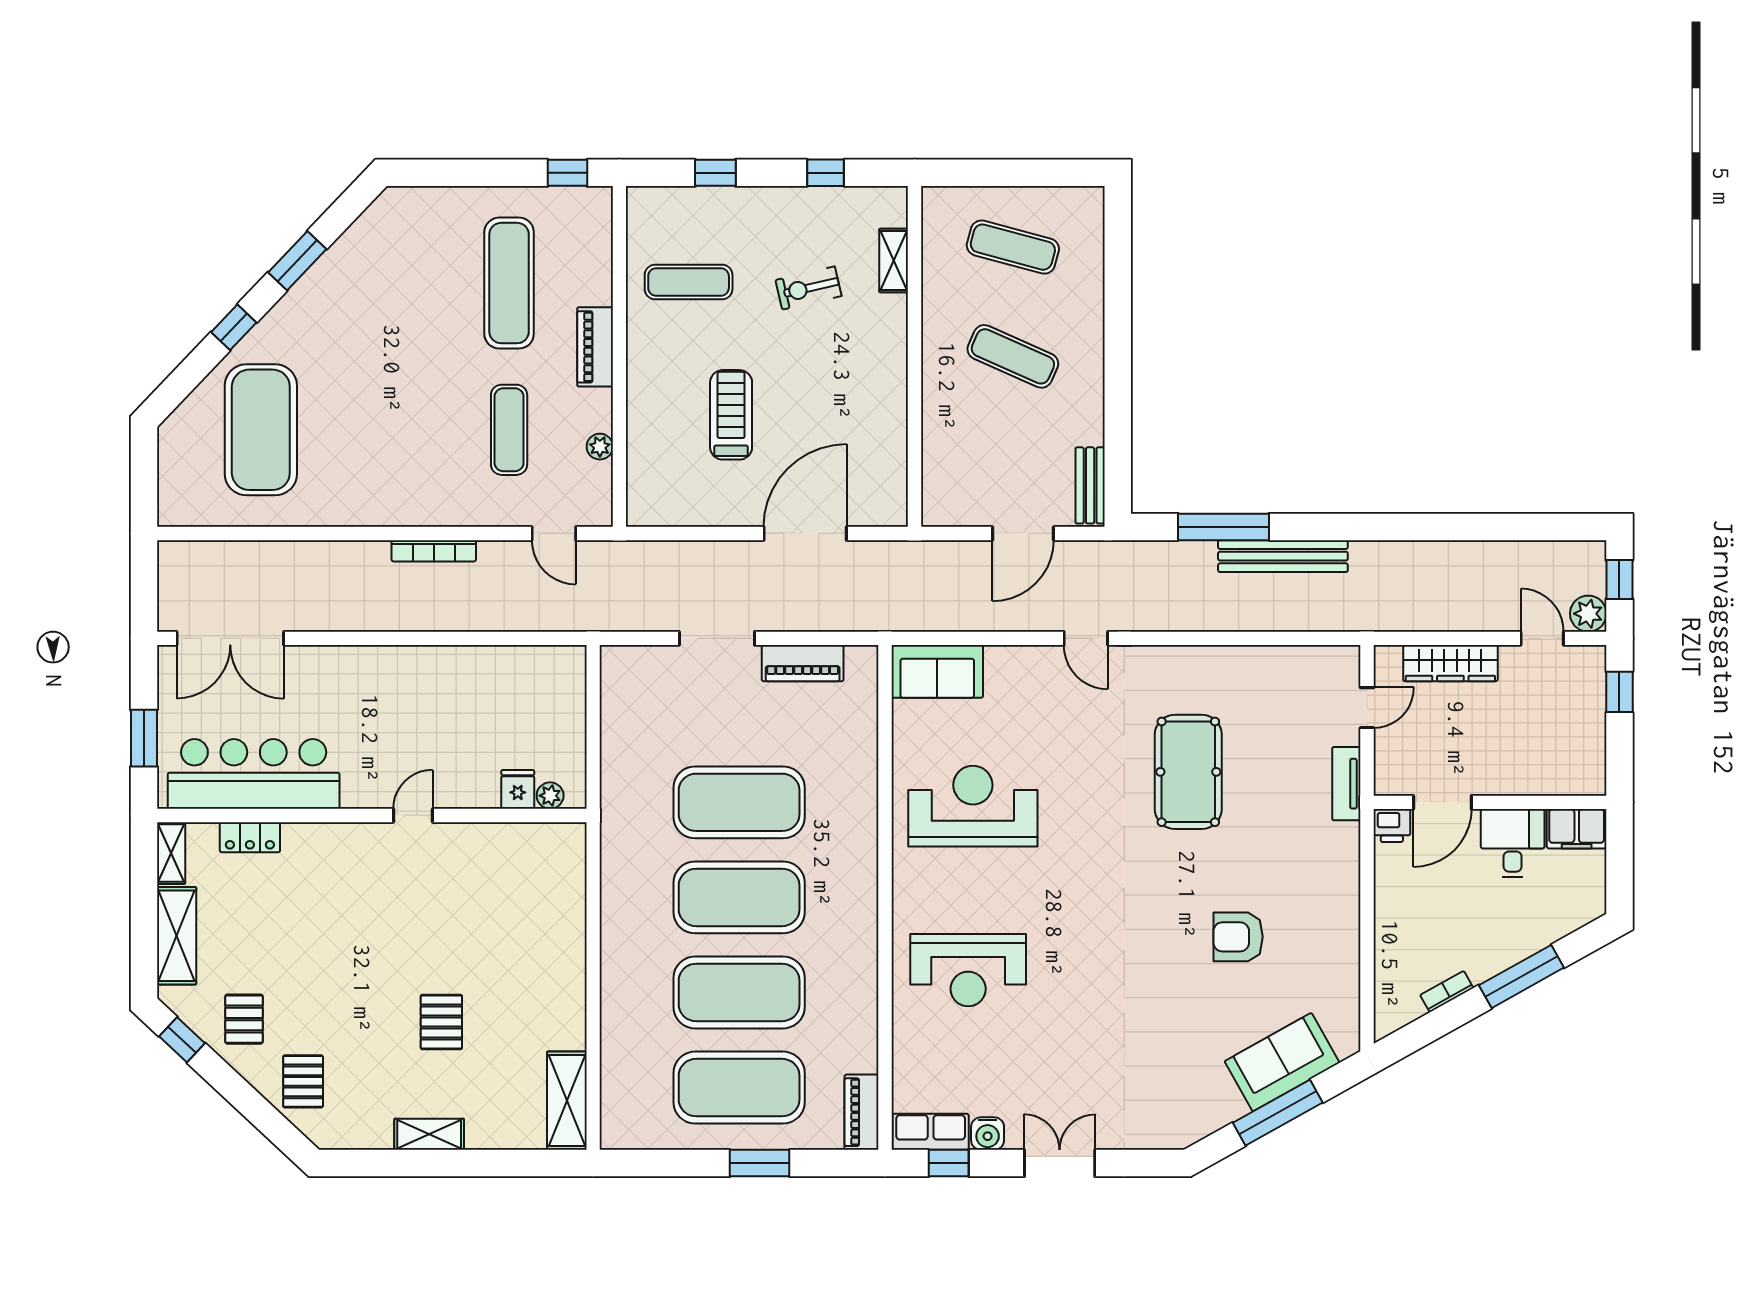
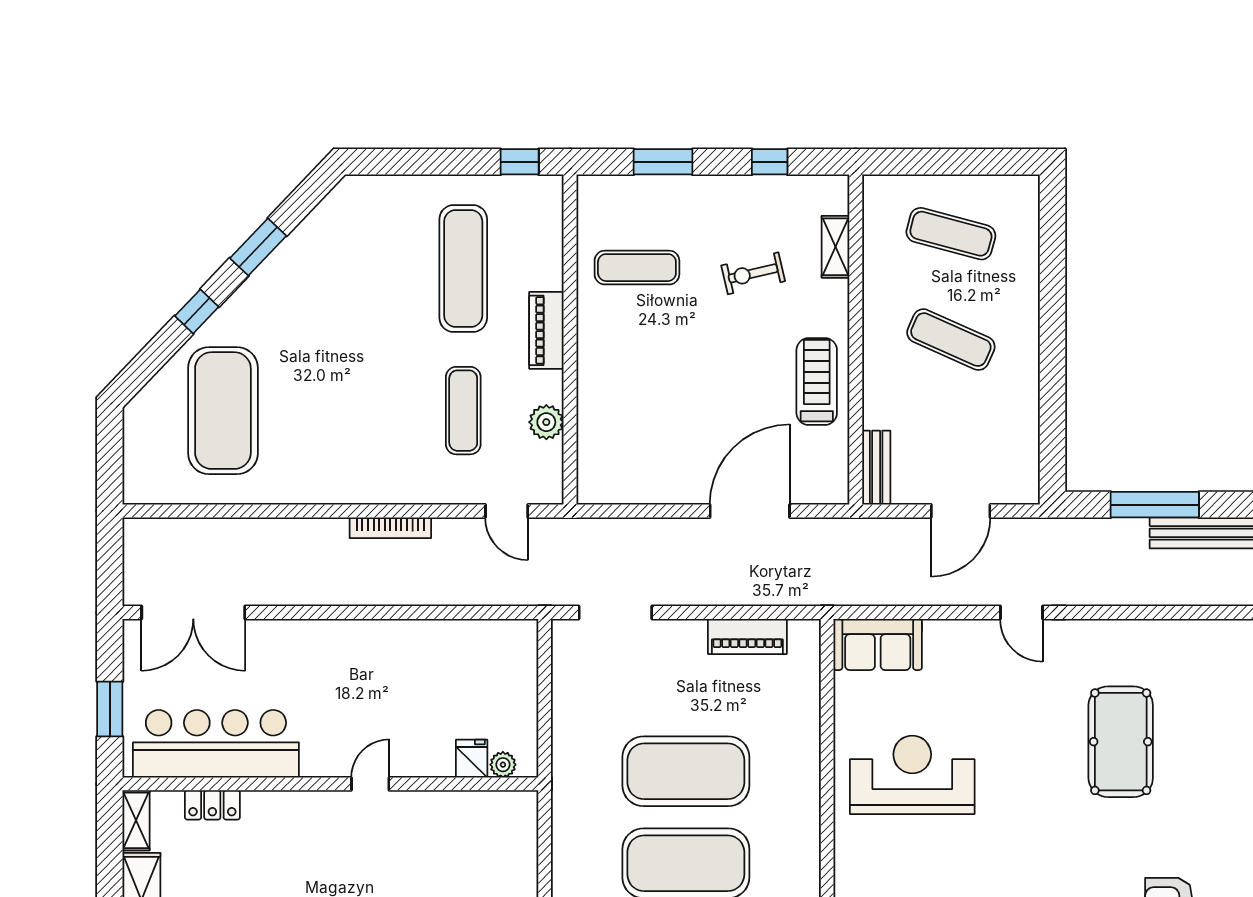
window: (715, 173) -> (663, 162), width x1.50
treadmill: (731, 415) -> (817, 381), moved
plant: (600, 447) -> (546, 422), width x1.38, depth x1.38
bench: (1090, 485) -> (876, 468), moved
doorway: (717, 638) -> (615, 613), moved

